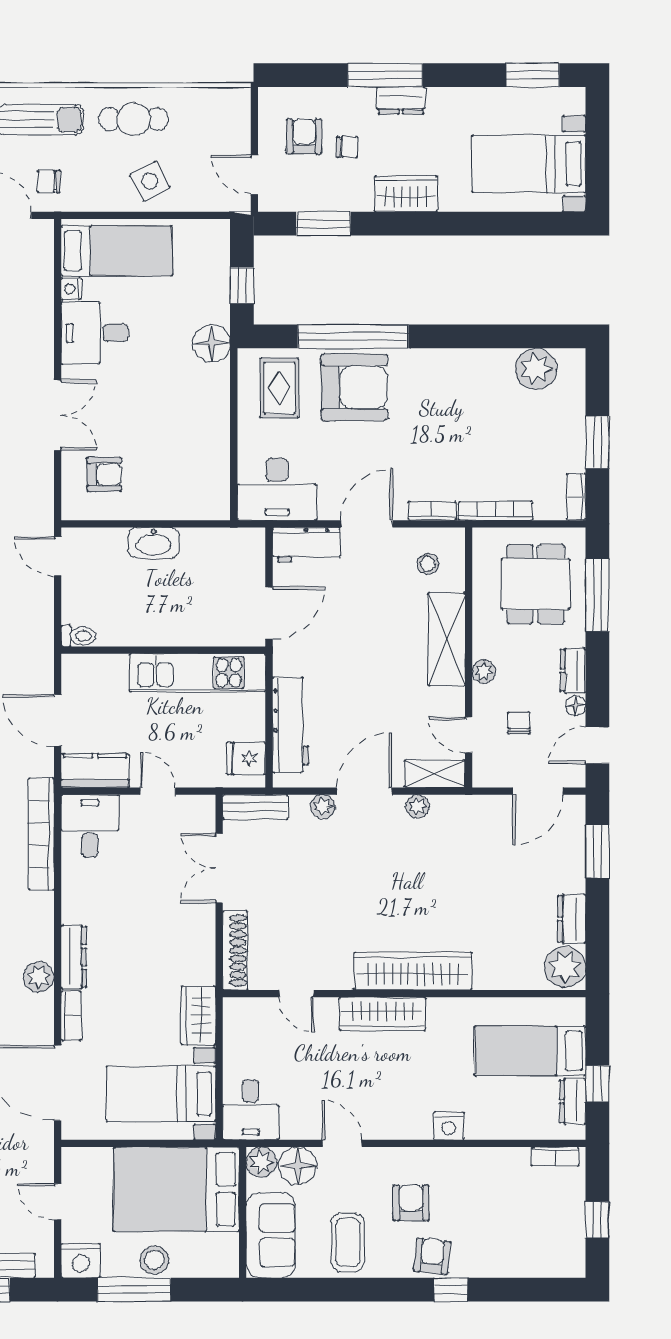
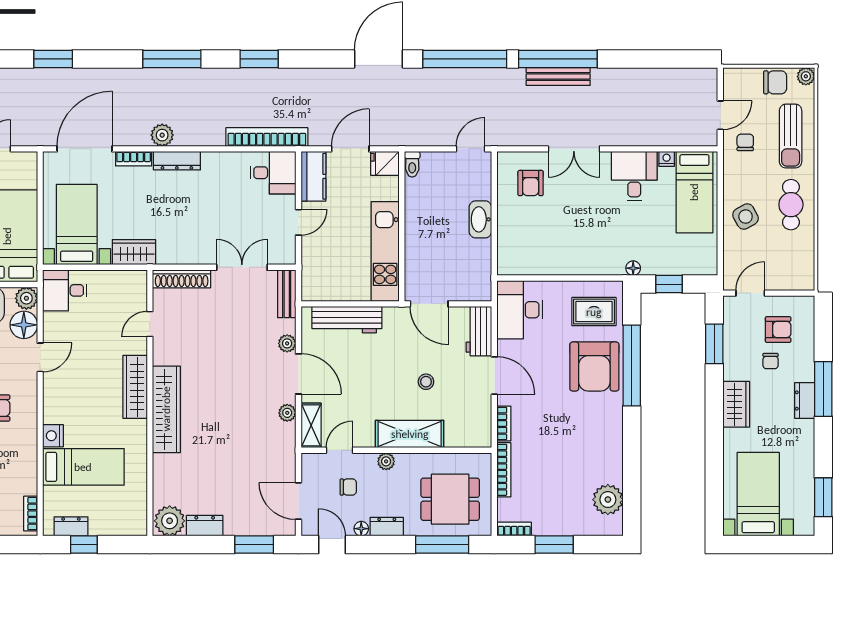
floor lamp: (211, 343) -> (633, 268), width x0.53, depth x0.53
stool: (428, 564) -> (426, 382), moved
fridge: (246, 758) -> (385, 163), moved, turned -90
bed: (530, 1051) -> (83, 467), moved, turned 90

